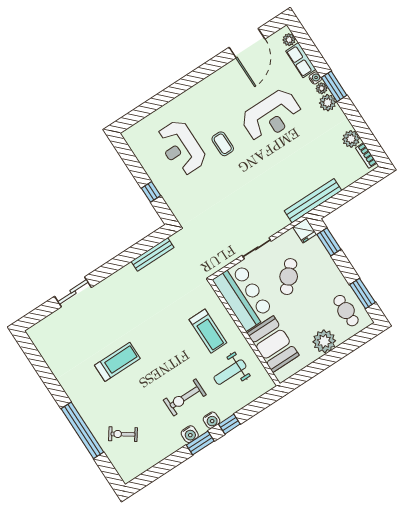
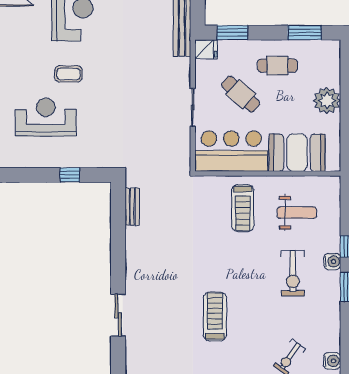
reception desk: (181, 148) -> (46, 117), turned 180
bench: (153, 254) -> (132, 207), width x0.73
cafe table: (346, 311) -> (277, 66), moved
treadmill: (208, 331) -> (243, 208), turned 90
weight bench: (230, 372) -> (297, 213), turned -90
water cooler: (190, 434) -> (332, 361), moved

